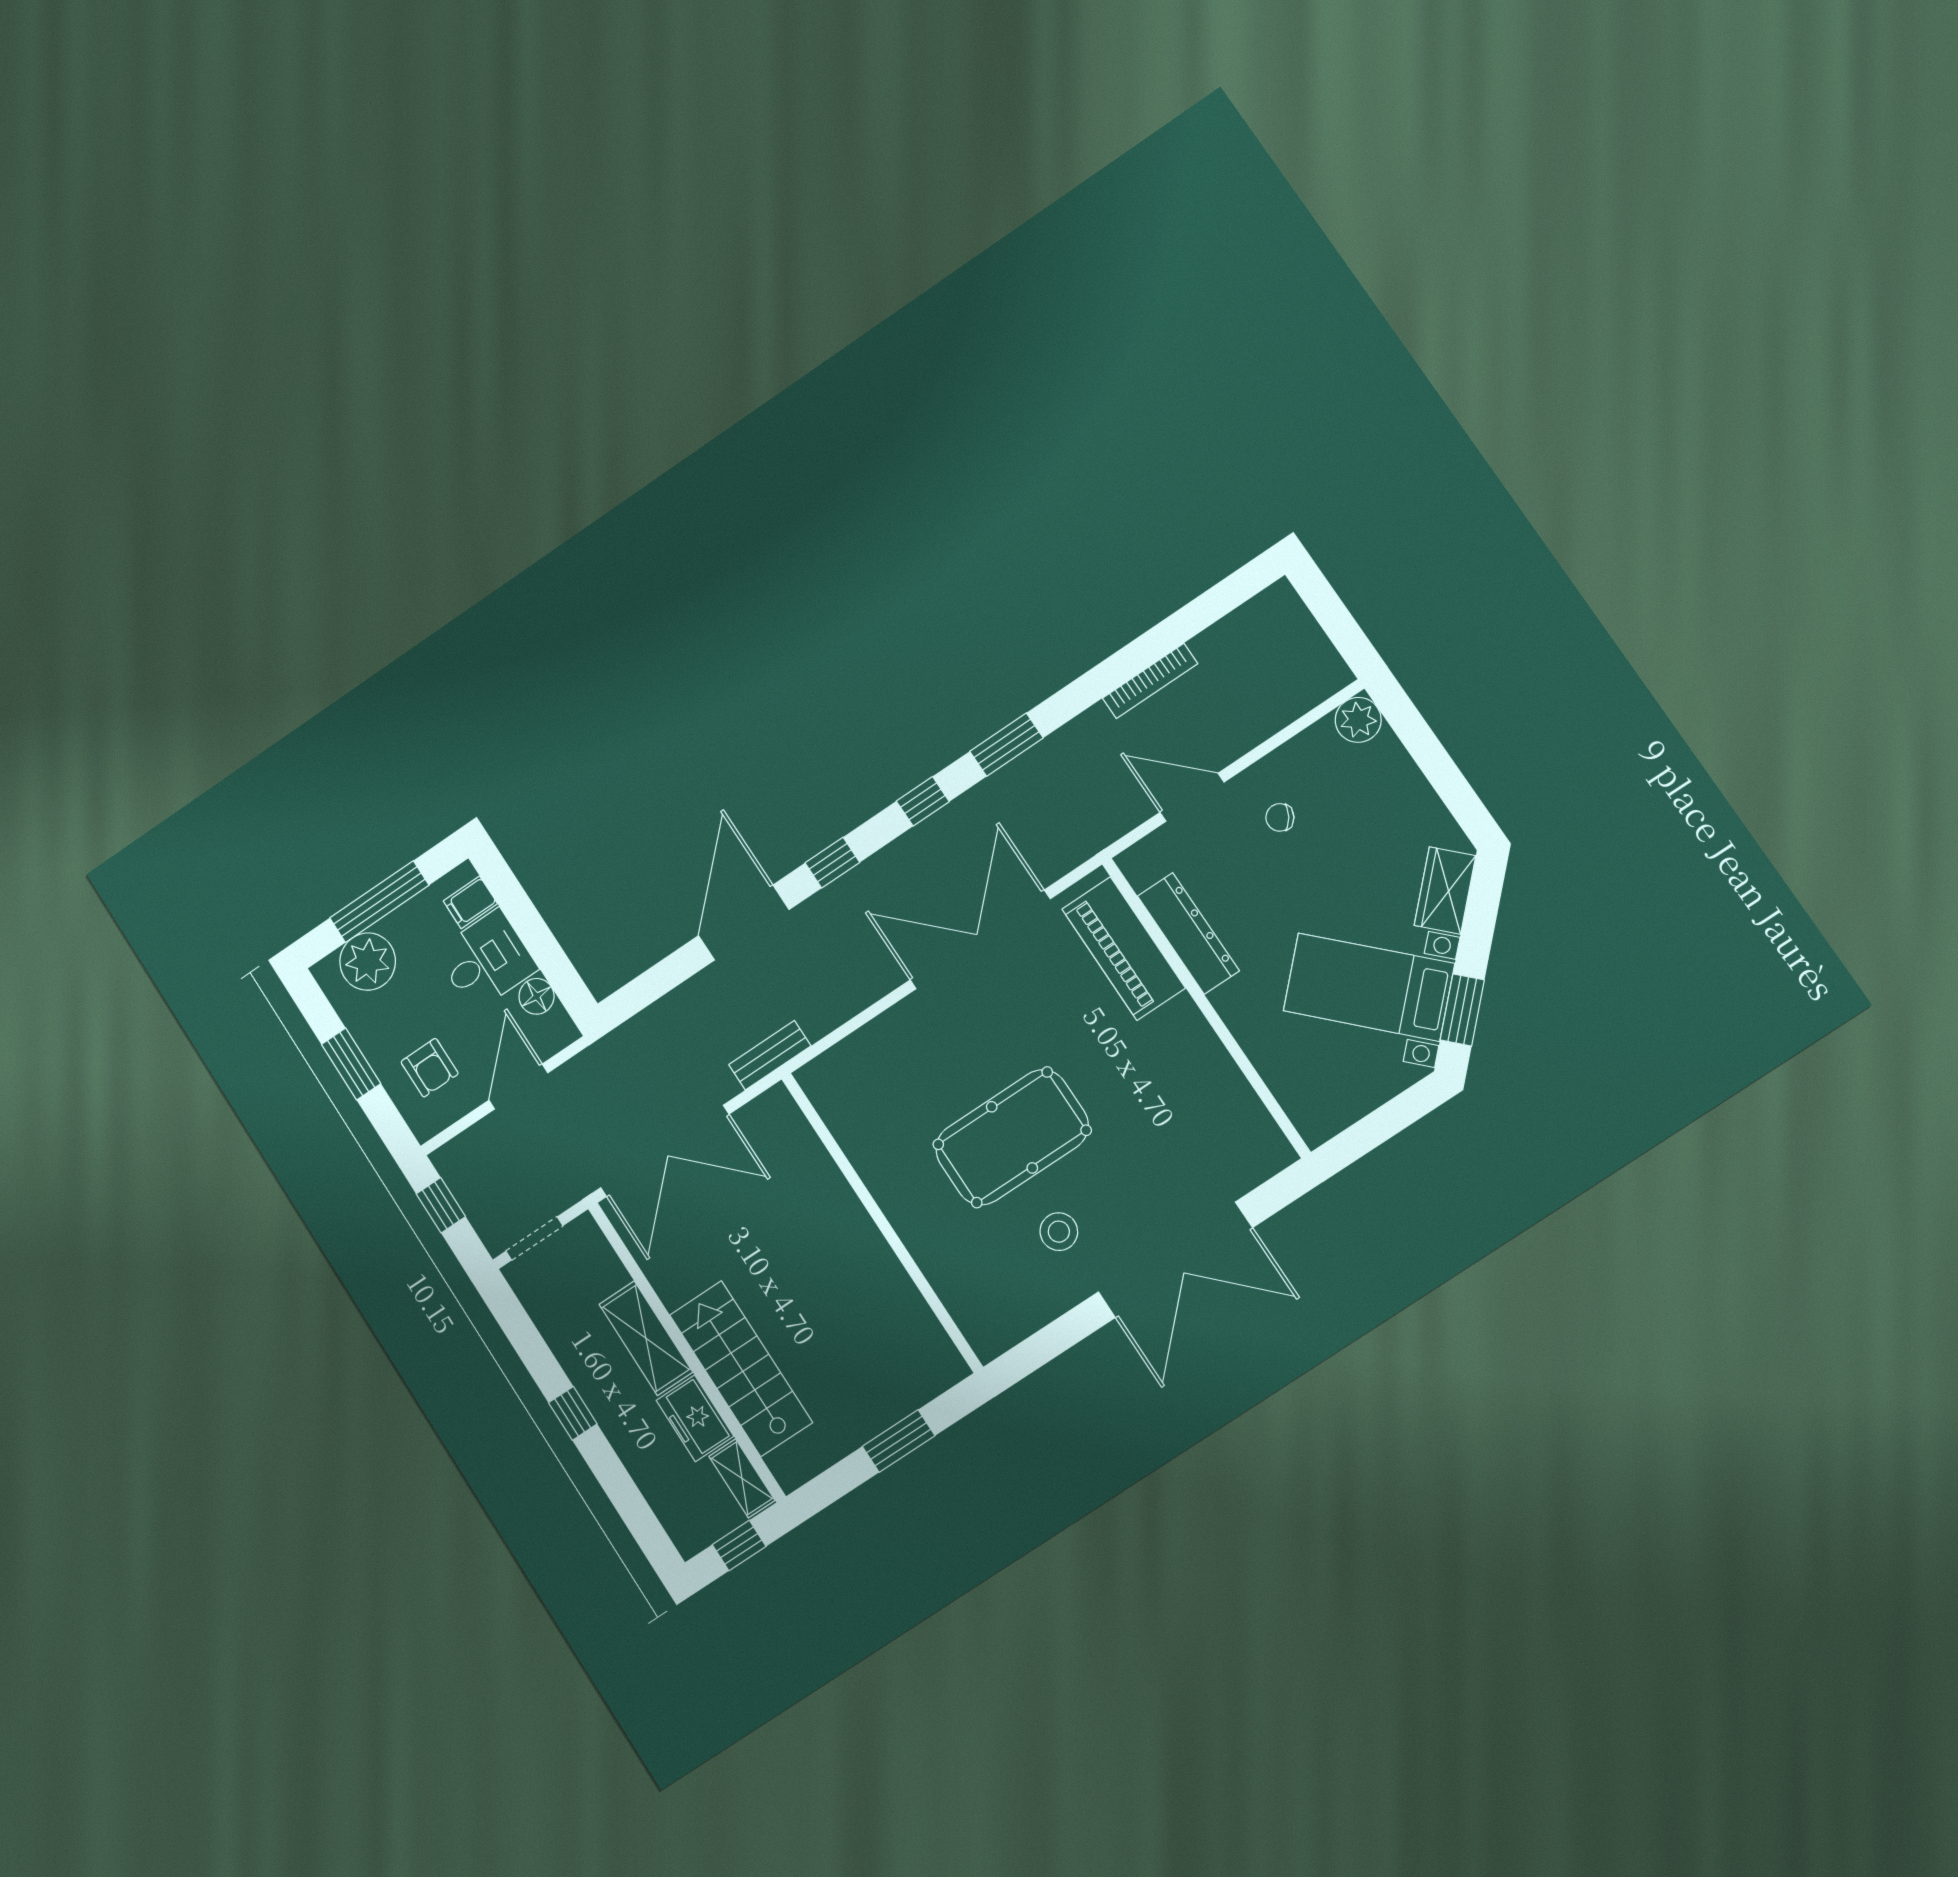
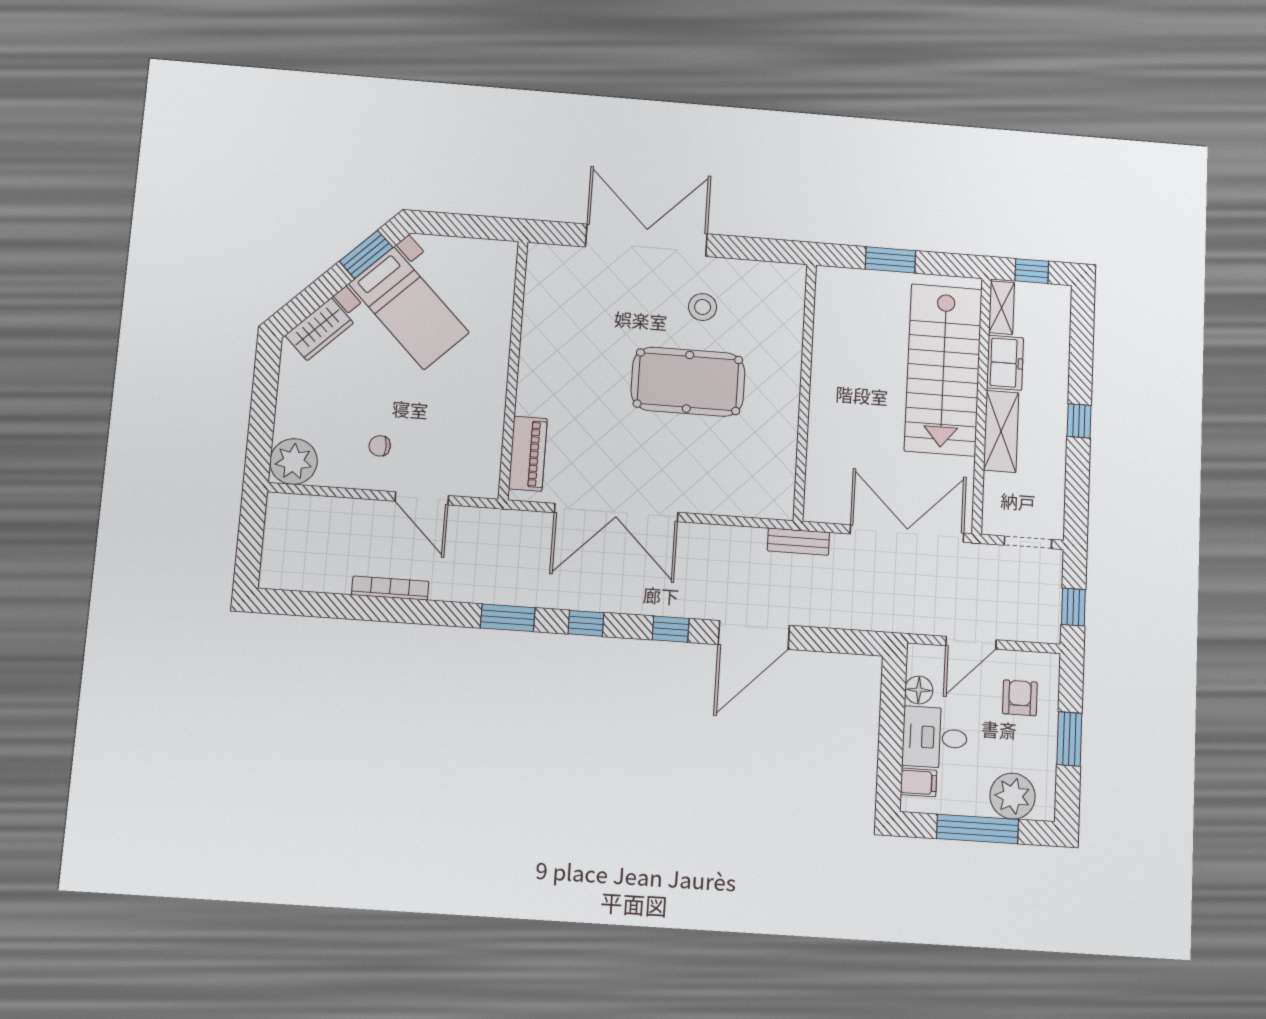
plant: (1358, 720) -> (294, 461), width x1.36, depth x1.36
chair: (1280, 817) -> (380, 446), turned 147
dresser: (1188, 933) -> (489, 420), removed
piano: (1124, 948) -> (528, 454), width x0.73, depth x0.75
stairs: (741, 1369) -> (943, 370), width x1.36, depth x1.51

